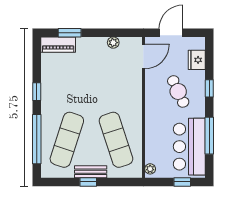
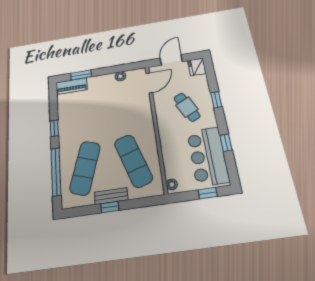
fridge: (197, 60) -> (197, 67), moved
window: (209, 136) -> (226, 143), width x0.46

